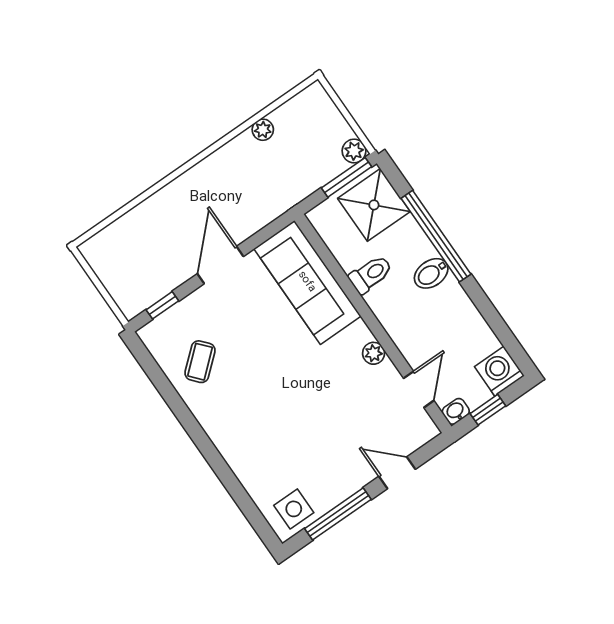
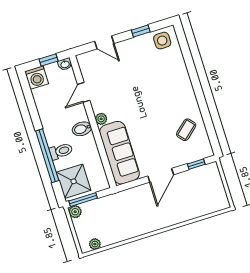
plant: (263, 130) -> (95, 244), moved
bidet: (431, 273) -> (82, 129), moved, turned 180
toilet: (371, 274) -> (61, 151), moved, turned 180
plant: (374, 353) -> (101, 119), moved
door: (419, 389) -> (84, 92), moved
window: (338, 514) -> (141, 31), width x0.46

